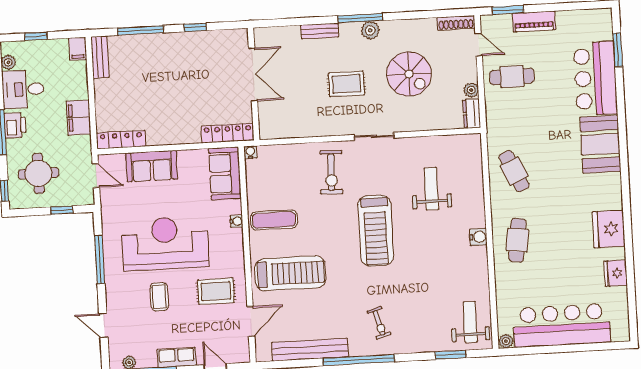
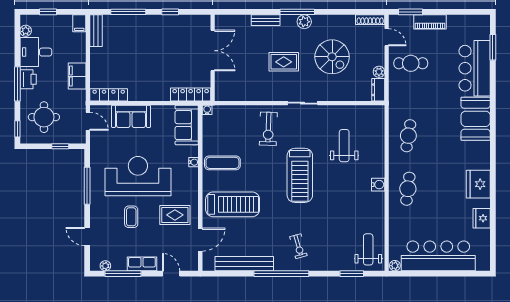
cafe table: (514, 171) -> (408, 136), turned 34

